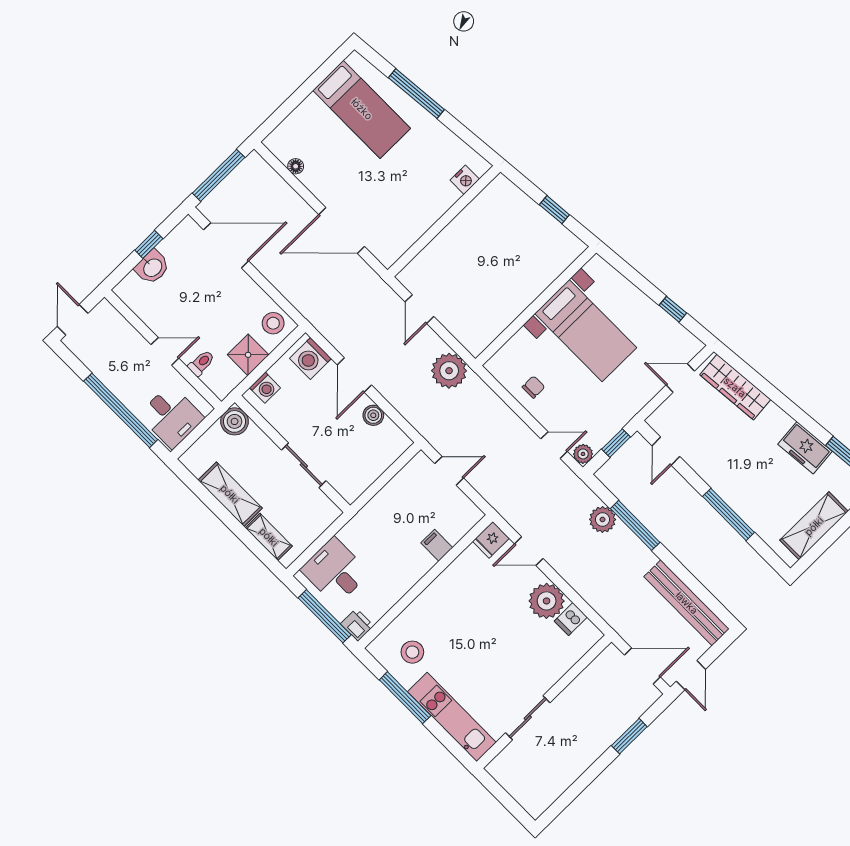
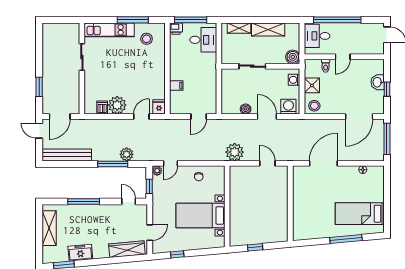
nightstand: (465, 180) -> (298, 226), removed

